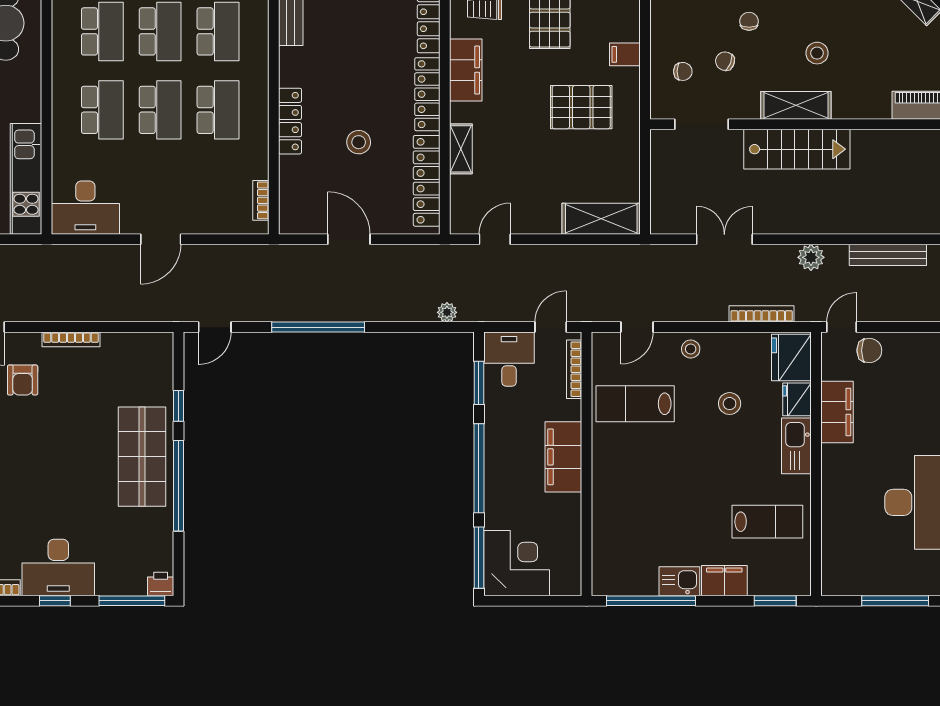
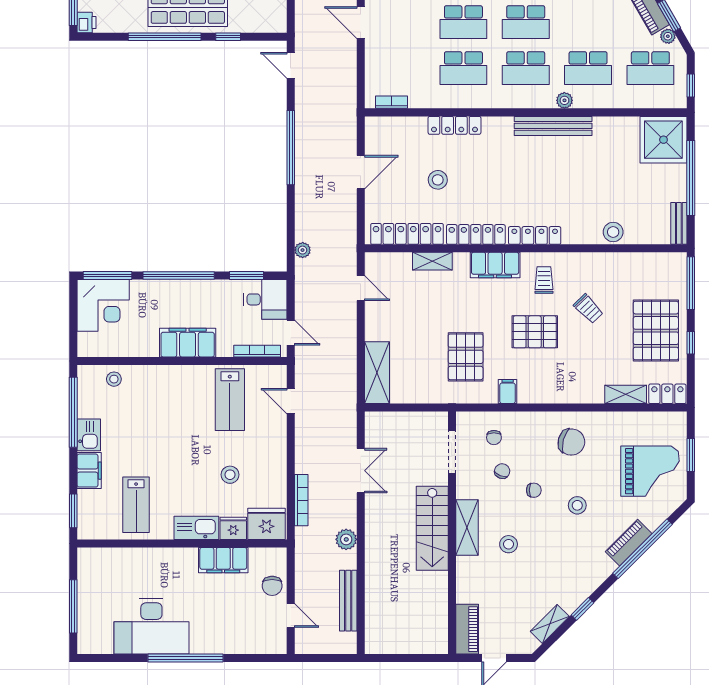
door: (842, 327) -> (291, 615), moved
stool: (691, 349) -> (114, 379), moved
lab bench: (635, 404) -> (230, 400), turned 180

